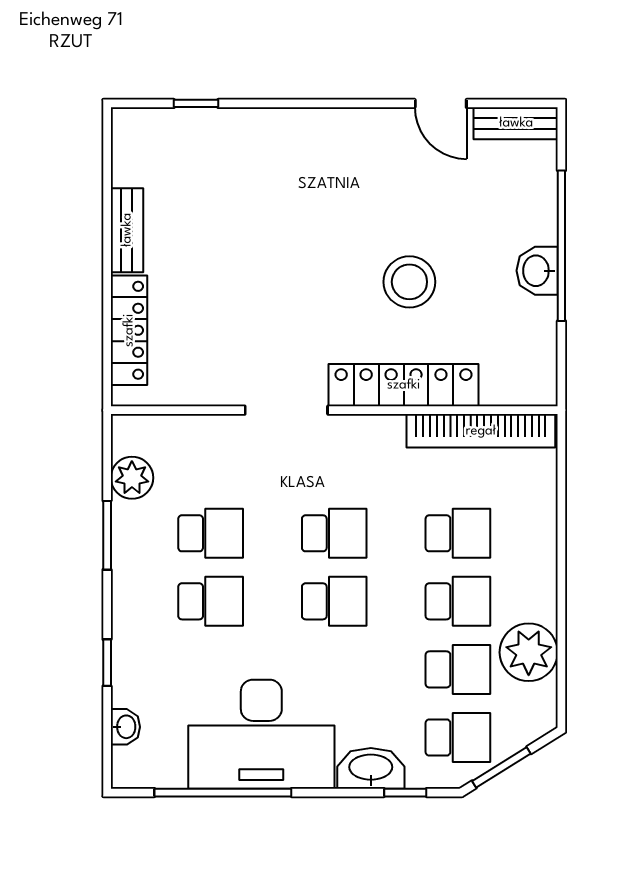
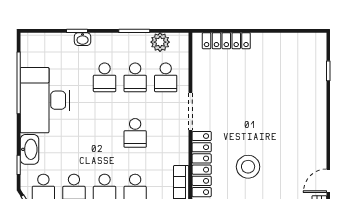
bench: (127, 230) -> (271, 40), removed
school desk: (334, 601) -> (166, 77), moved
washbasin: (125, 727) -> (83, 39), moved

